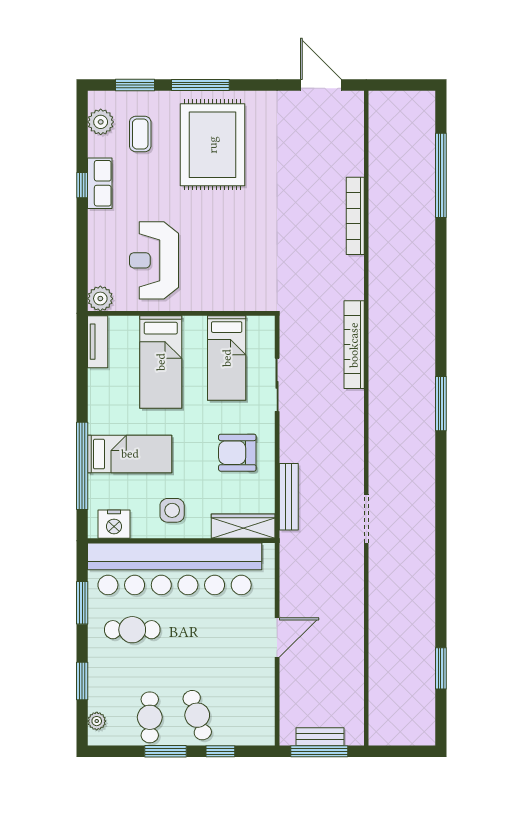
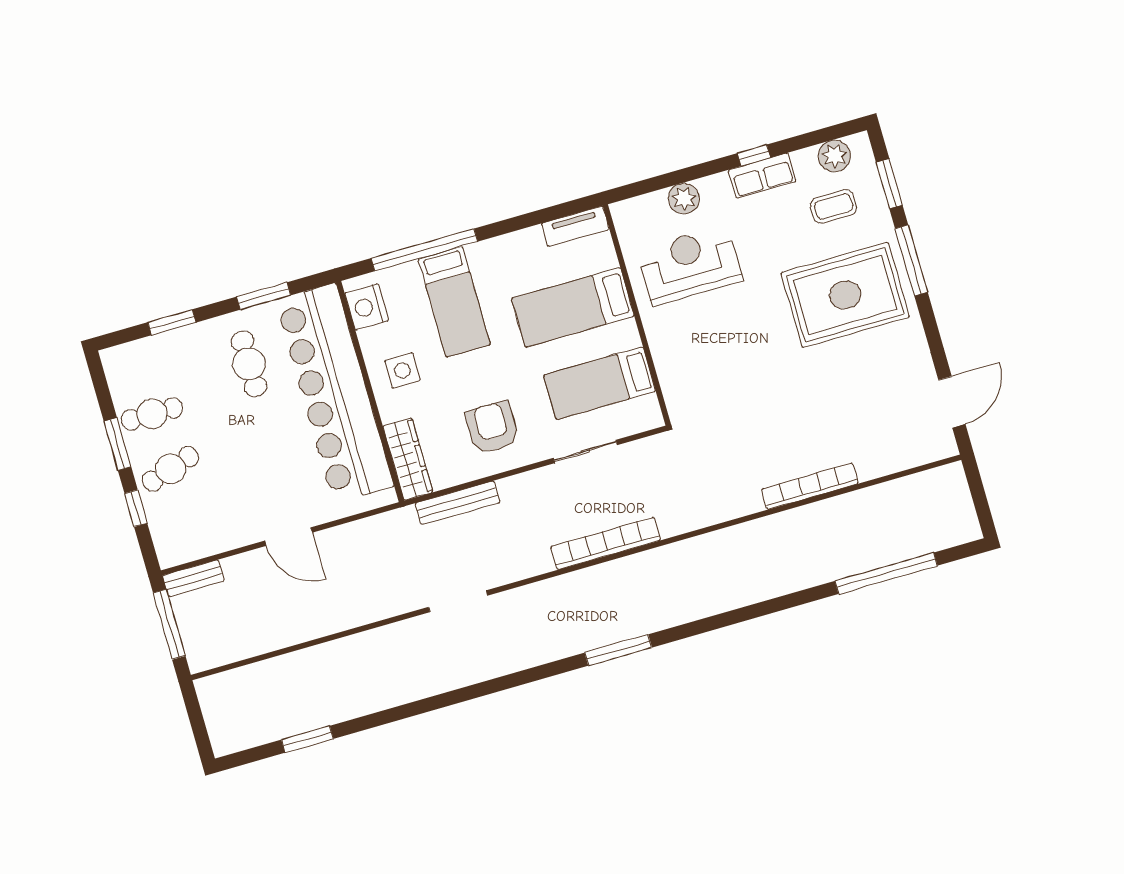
plant: (100, 299) -> (684, 199), moved
bookcase: (354, 345) -> (606, 543), moved
plant: (97, 721) -> (130, 353), removed
bench: (320, 737) -> (193, 578), moved, turned 90

